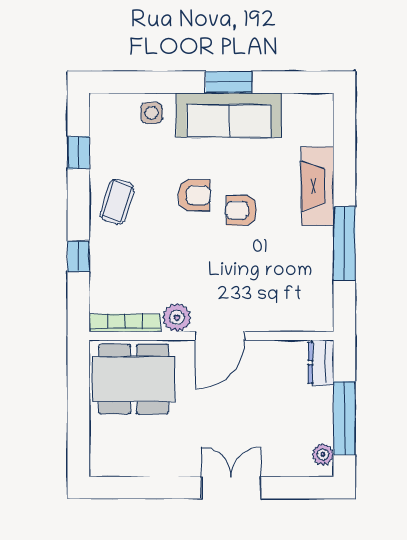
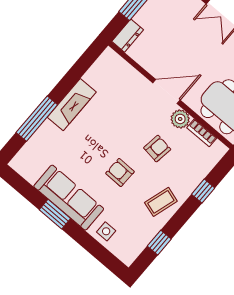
fireplace: (318, 186) -> (72, 105), moved
armchair: (241, 210) -> (157, 149), moved, turned -82
window: (344, 243) -> (37, 119), moved
bookcase: (125, 323) -> (202, 133), width x0.64

